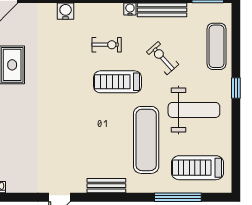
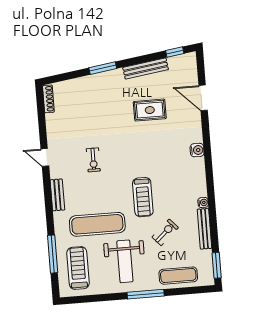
exercise bike: (107, 45) -> (93, 160), moved
treadmill: (117, 82) -> (143, 197), turned 180
window: (236, 88) -> (146, 294), width x2.17

